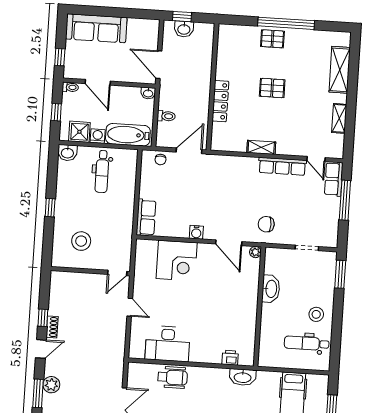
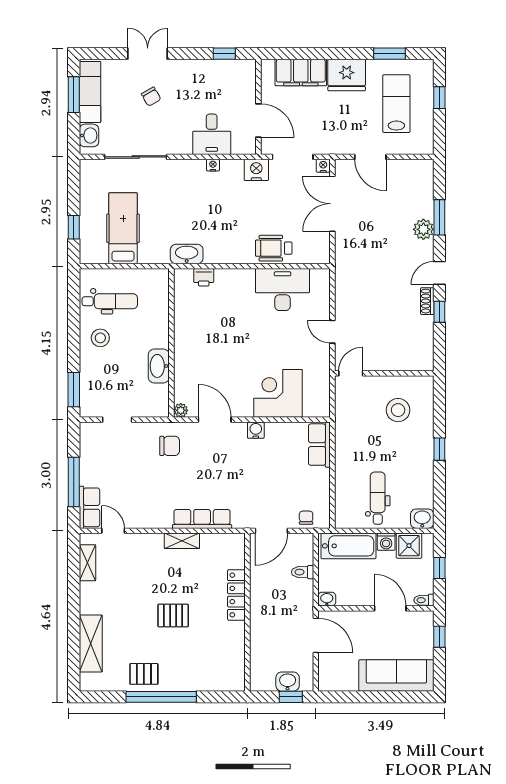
pallet: (272, 39) -> (144, 674), moved
shelving: (339, 118) -> (87, 563), moved
row of seats: (282, 166) -> (202, 519), moved

